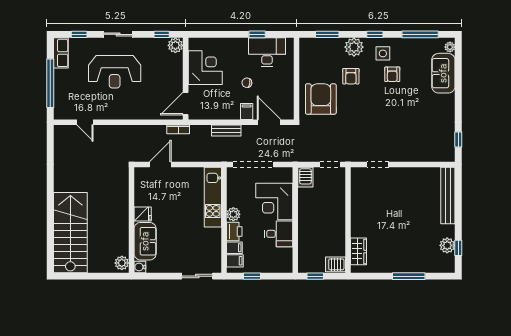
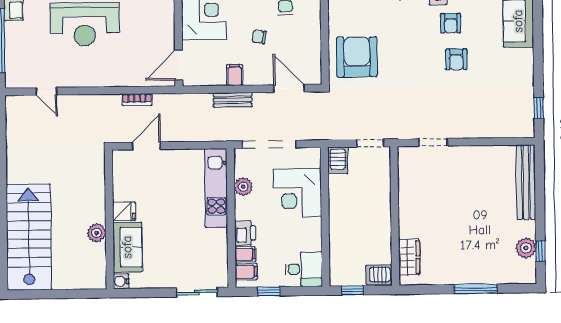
armchair: (351, 76) -> (456, 59), moved
filing cabinet: (247, 112) -> (235, 75), moved
bookcase: (178, 129) -> (137, 100), moved
plant: (233, 214) -> (243, 187), moved
desk: (279, 234) -> (304, 269), moved
plant: (122, 263) -> (97, 233), moved

